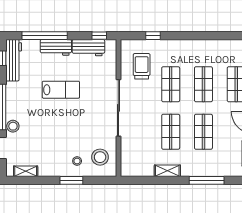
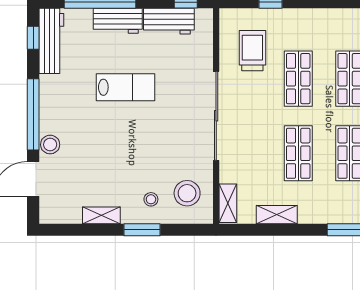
shelving: (126, 163) -> (228, 203), added
shelving: (26, 171) -> (101, 215), moved
shelving: (167, 171) -> (277, 215), moved

